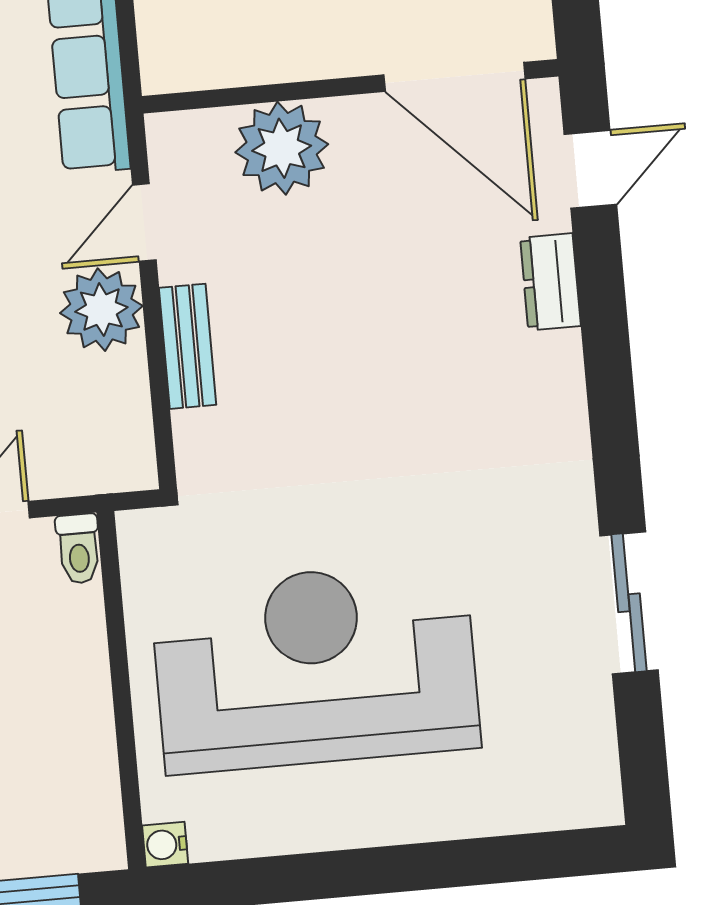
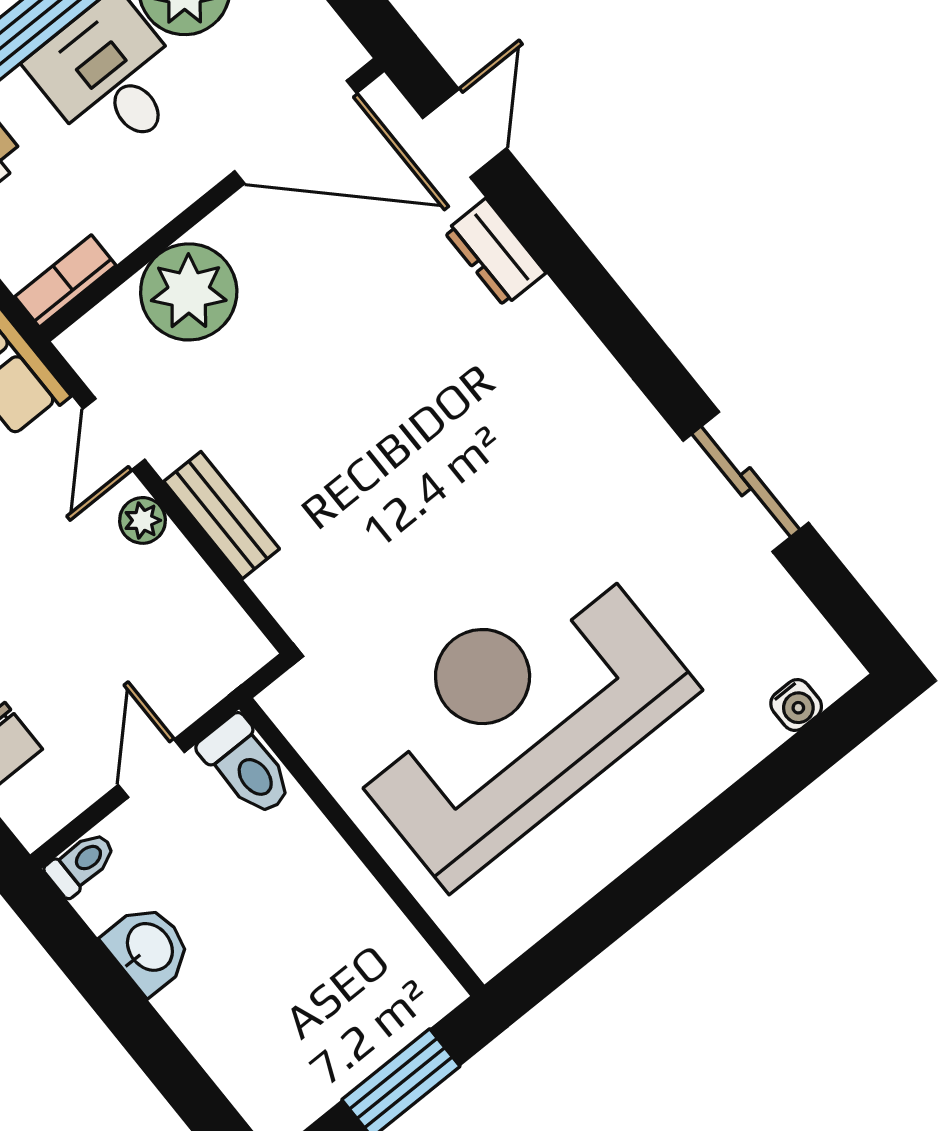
bookcase: (188, 73) -> (65, 281), added
plant: (101, 310) -> (143, 520), width x0.53, depth x0.53
toilet: (79, 549) -> (247, 766), width x1.37, depth x1.39
water cooler: (165, 845) -> (796, 705), moved, turned -90

